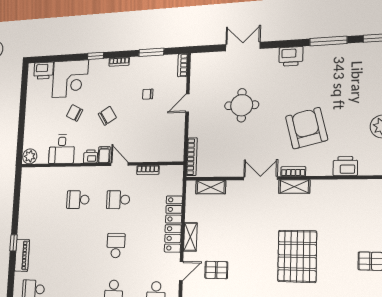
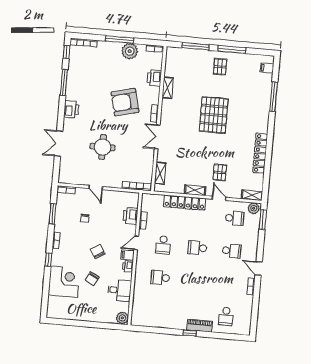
printer: (44, 71) -> (130, 216), moved, turned 180
shelving: (294, 187) -> (168, 88), moved
school desk: (78, 200) -> (160, 278), turned 90
pallet: (297, 256) -> (214, 115), turned 90

